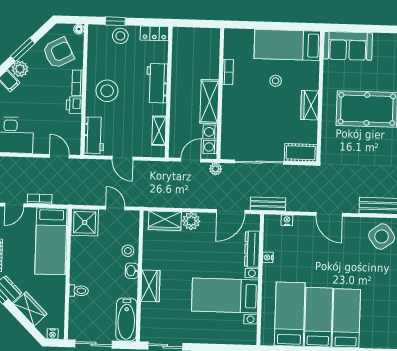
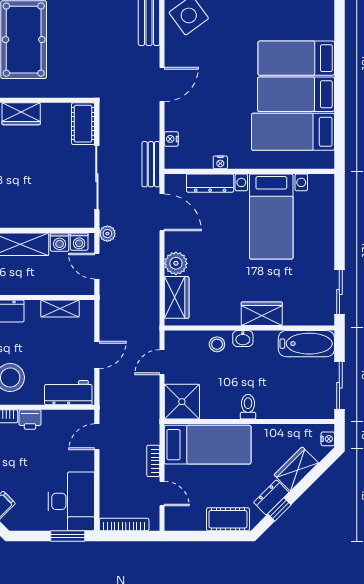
toilet: (79, 291) -> (248, 407), moved

